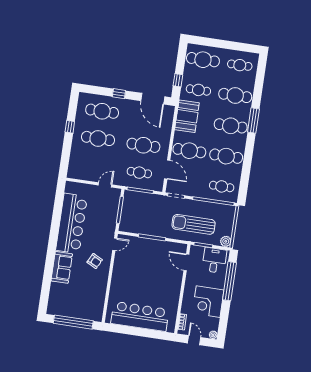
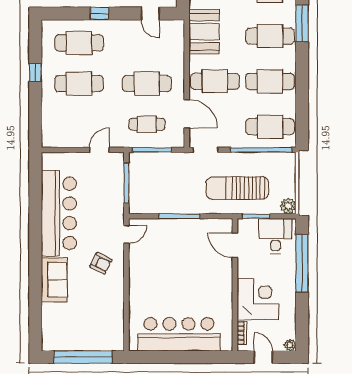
door: (153, 99) -> (150, 14), width x0.53
cafe table: (222, 186) -> (270, 127), width x1.37, depth x1.35
corner desk: (208, 302) -> (258, 299), moved, turned 180

